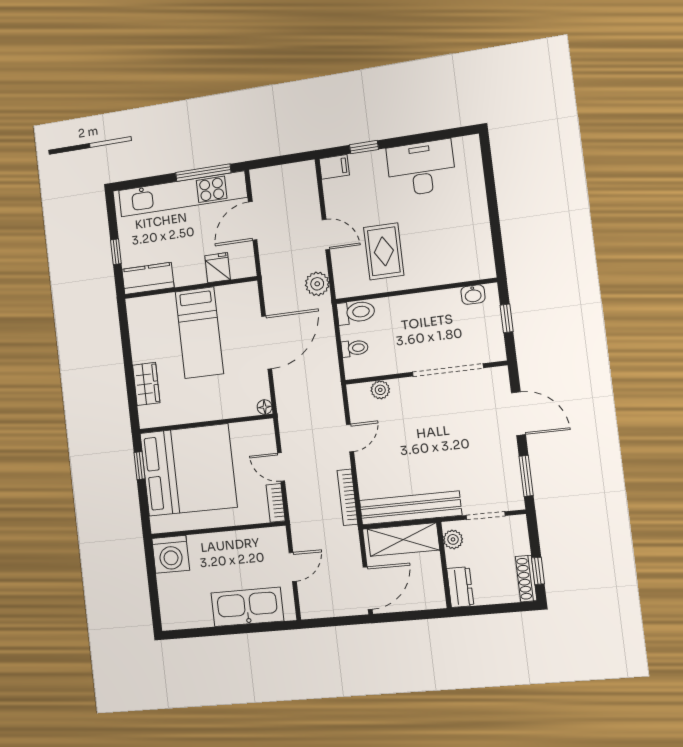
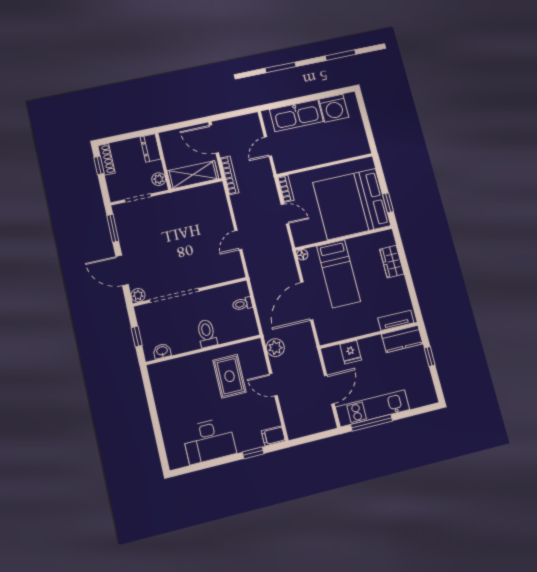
kitchen unit: (183, 194) -> (373, 408), width x0.73
tv unit: (152, 304) -> (396, 320), added
toilet: (356, 312) -> (207, 333), moved, turned 90
bed: (199, 333) -> (338, 274), moved, turned 180
plant: (380, 390) -> (138, 295), moved
bookcase: (347, 497) -> (230, 175), moved
bench: (410, 508) -> (190, 197), removed
washing machine: (171, 554) -> (334, 108), moved, turned 180
door: (368, 588) -> (214, 139), hinge flipped

